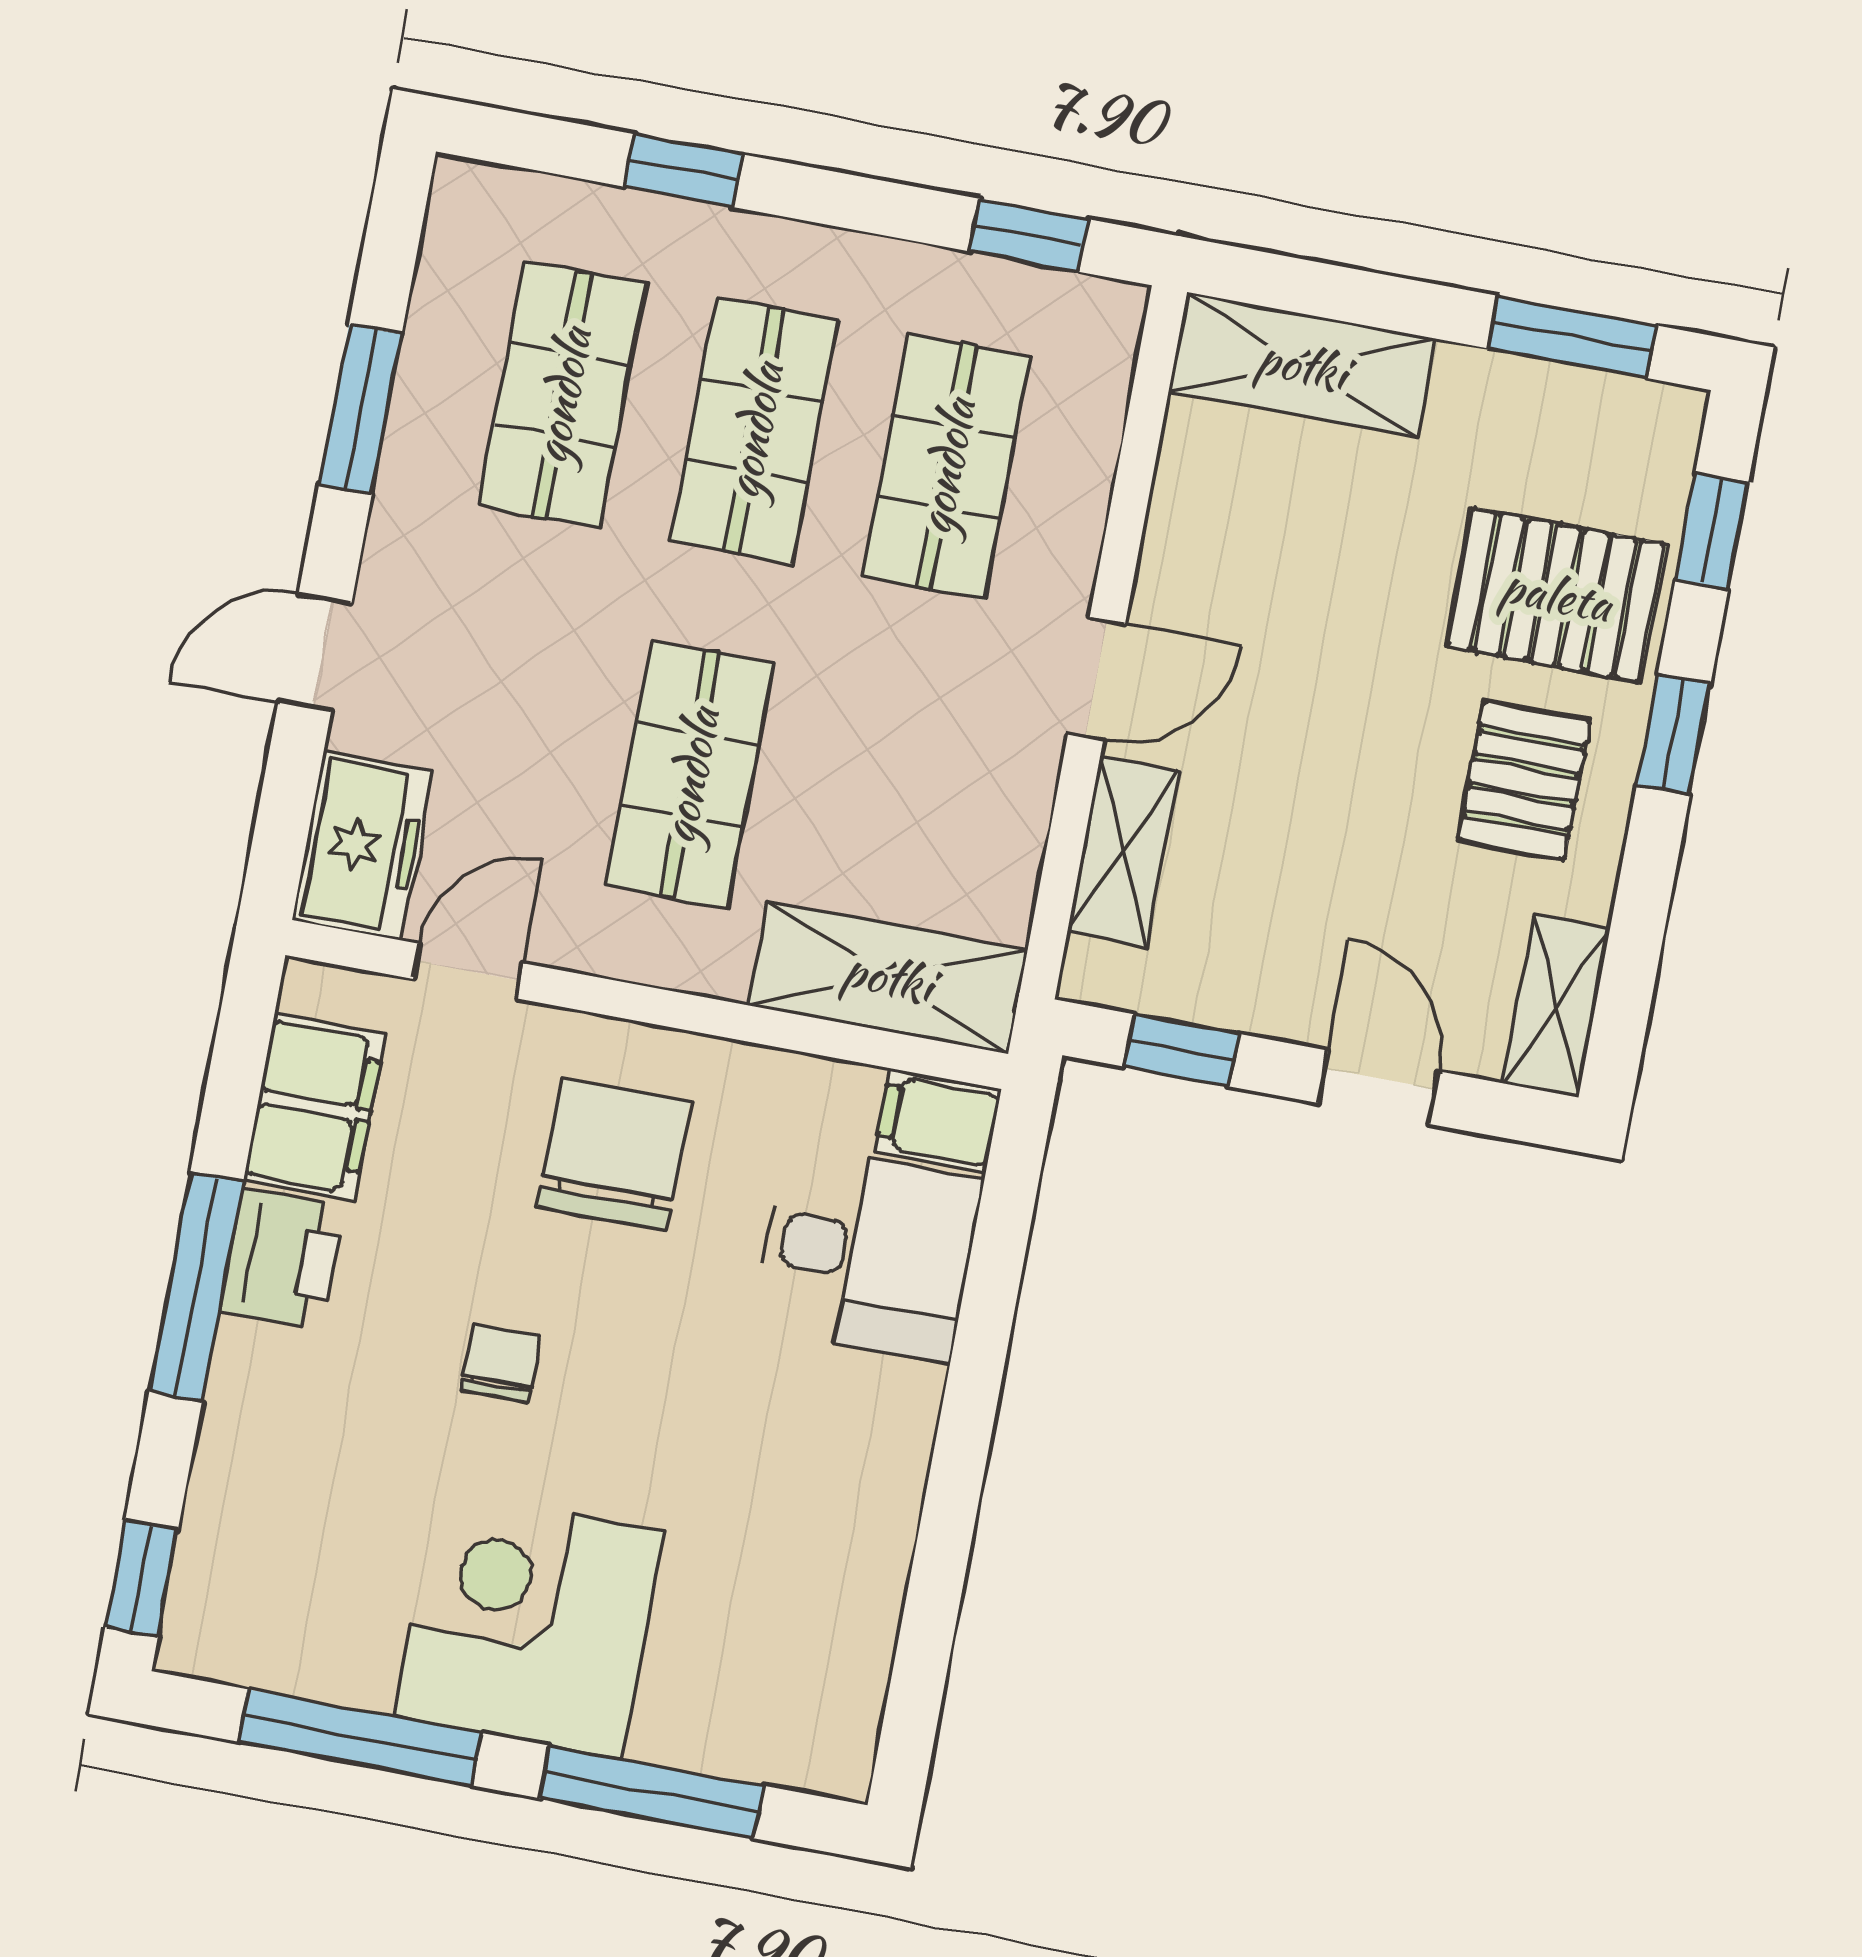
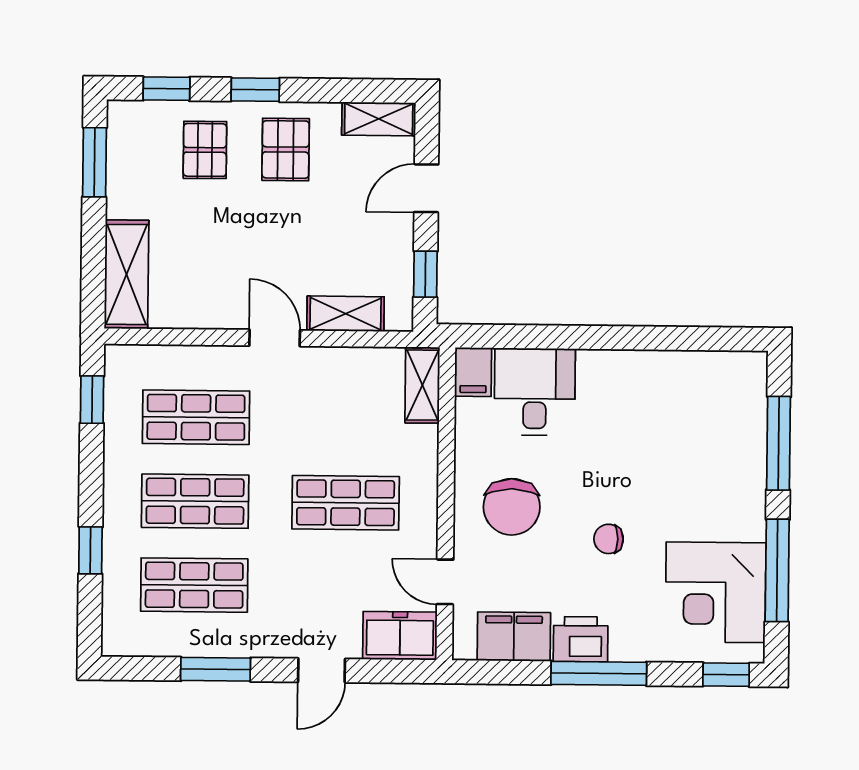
pallet: (1556, 595) -> (205, 150), width x0.67, depth x0.71
door: (315, 652) -> (322, 670), hinge flipped
pallet: (1524, 780) -> (286, 149), turned 90
shelving: (888, 977) -> (422, 385), width x0.67, depth x0.75
chair: (613, 1154) -> (512, 507), turned -90
corner desk: (529, 1624) -> (716, 592), moved

